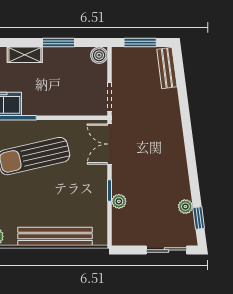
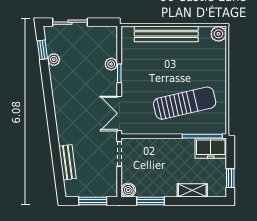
window: (58, 43) -> (151, 201), moved
bench: (167, 68) -> (67, 162), moved
double door: (109, 144) -> (119, 113), swing flipped

